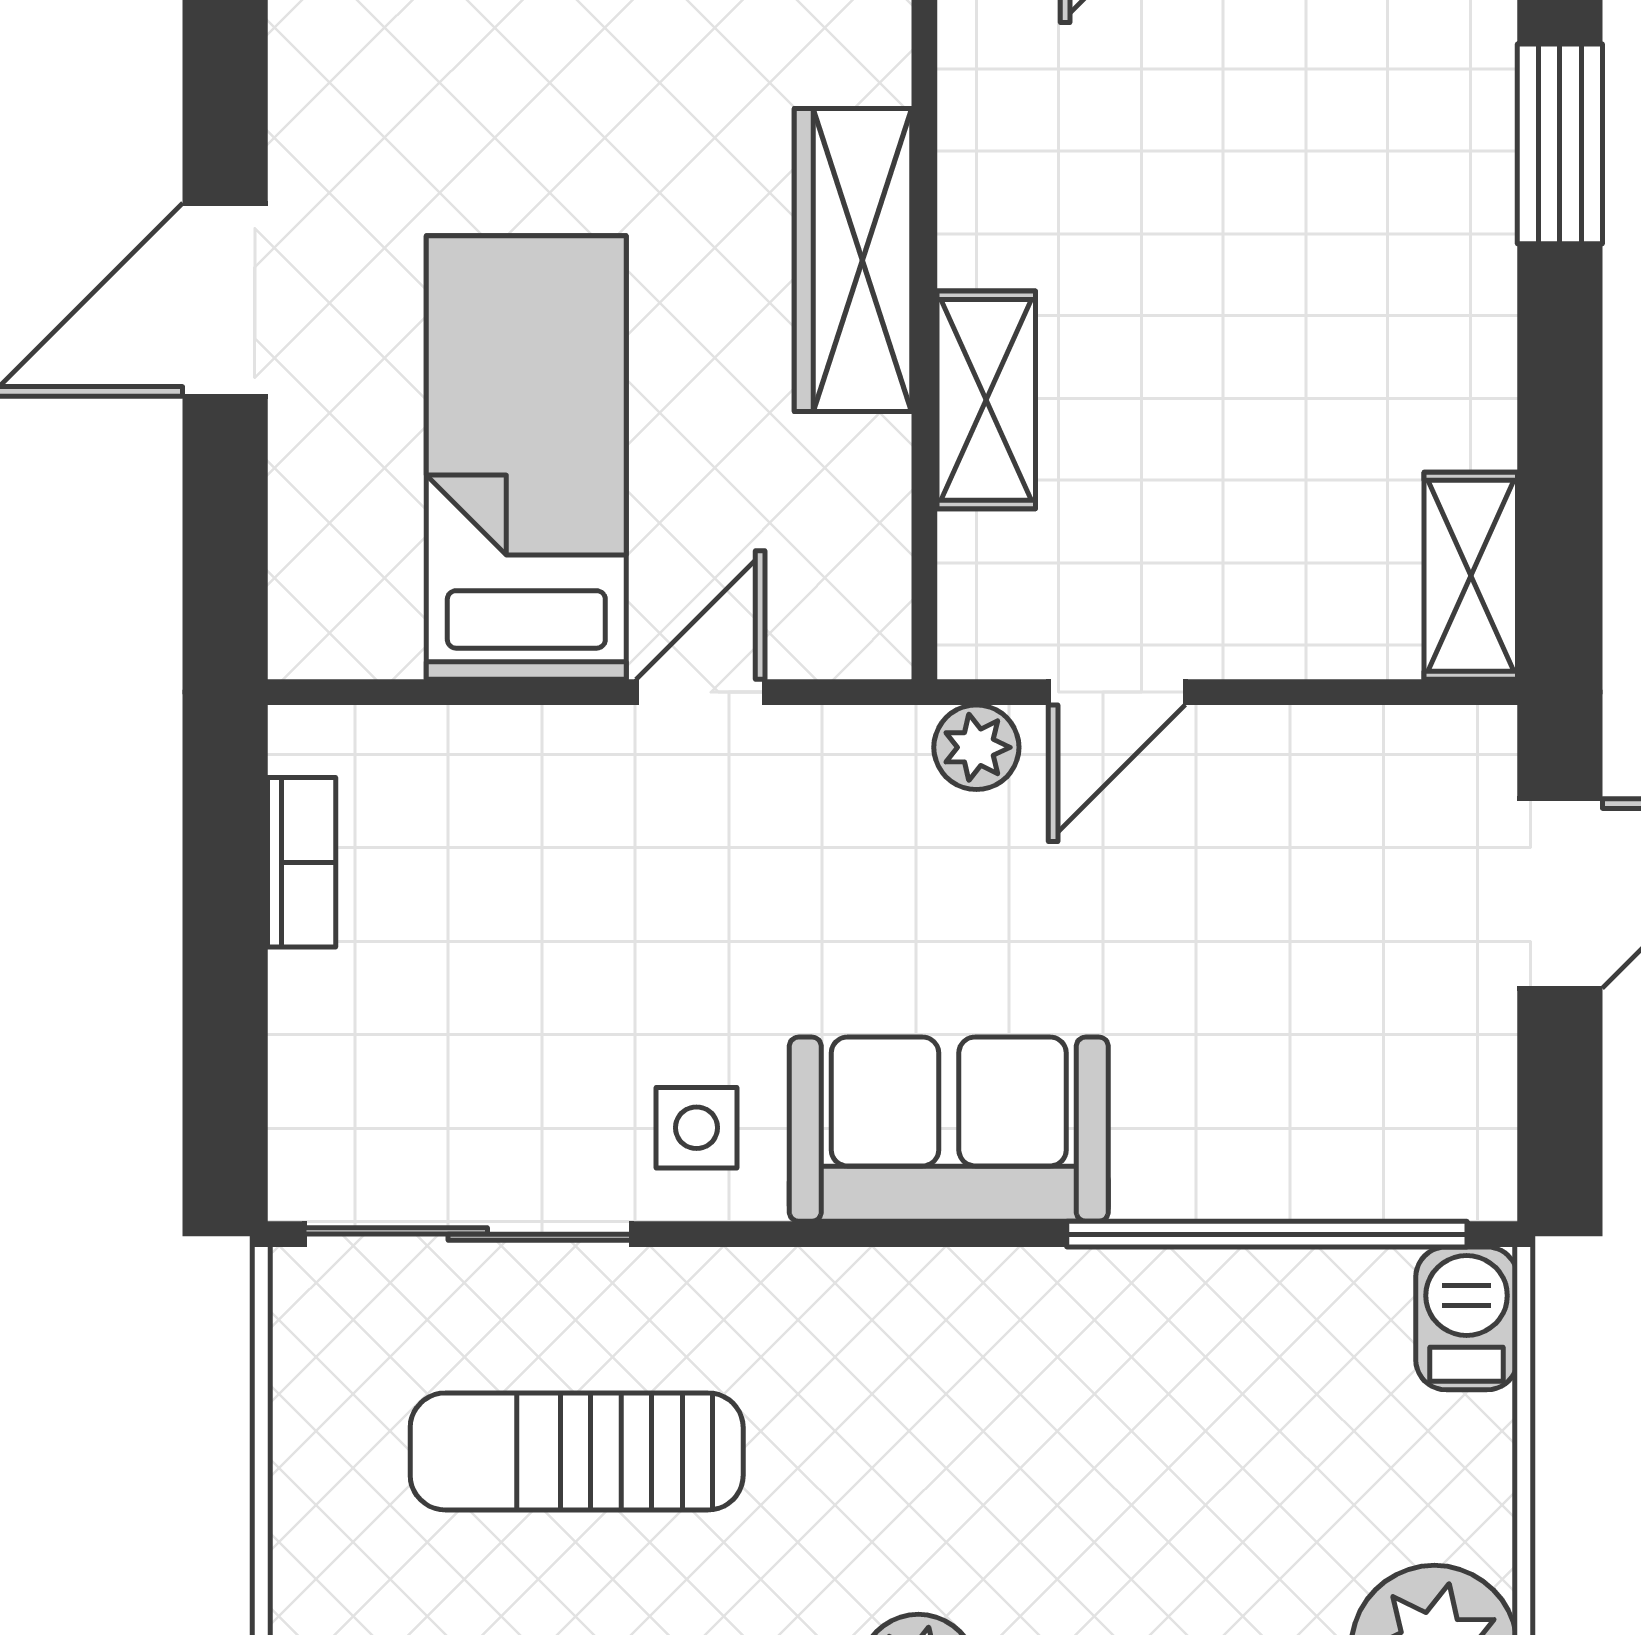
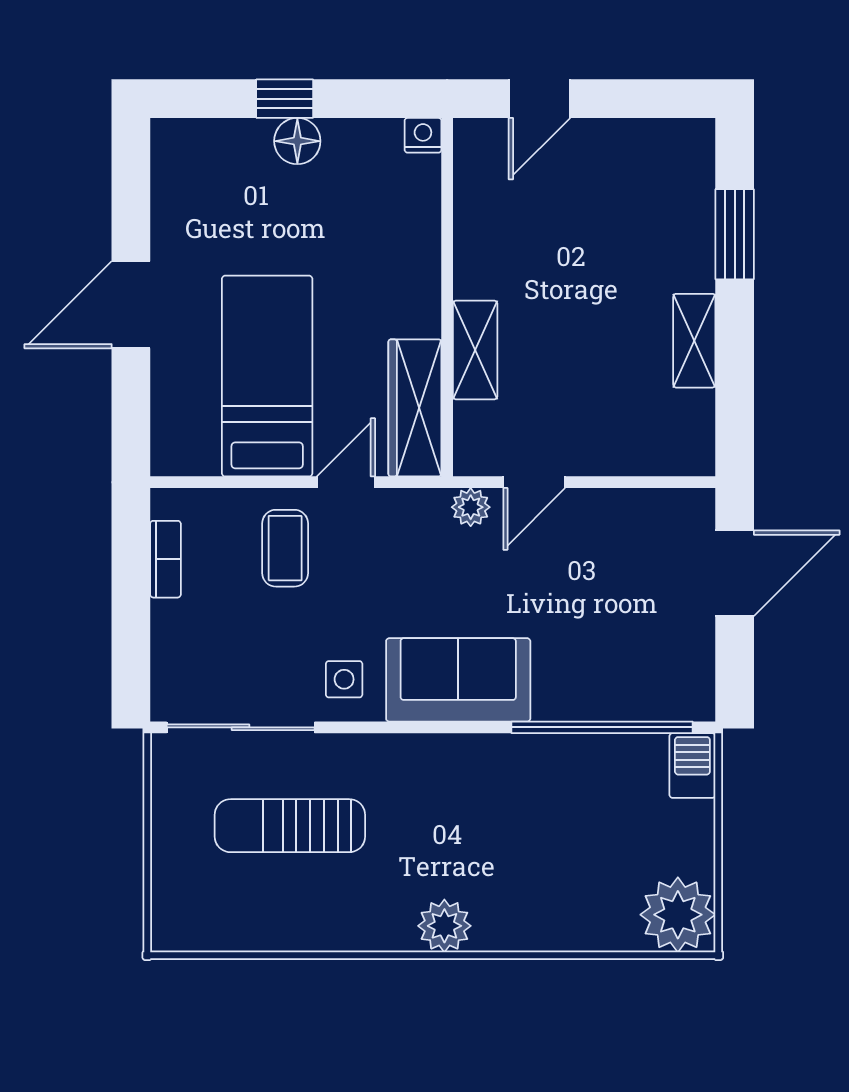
wardrobe: (853, 260) -> (415, 408), moved
shelving: (1471, 576) -> (694, 341), moved
coffee table: (566, 838) -> (285, 548), added

